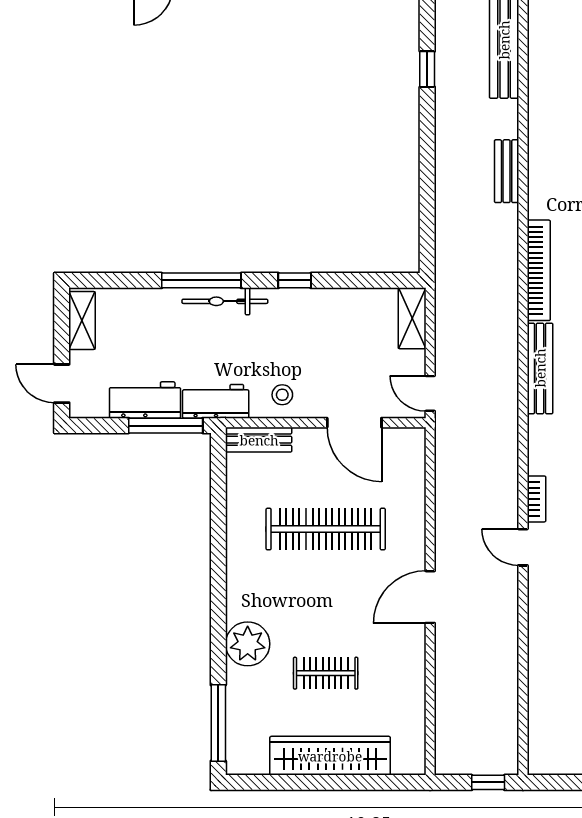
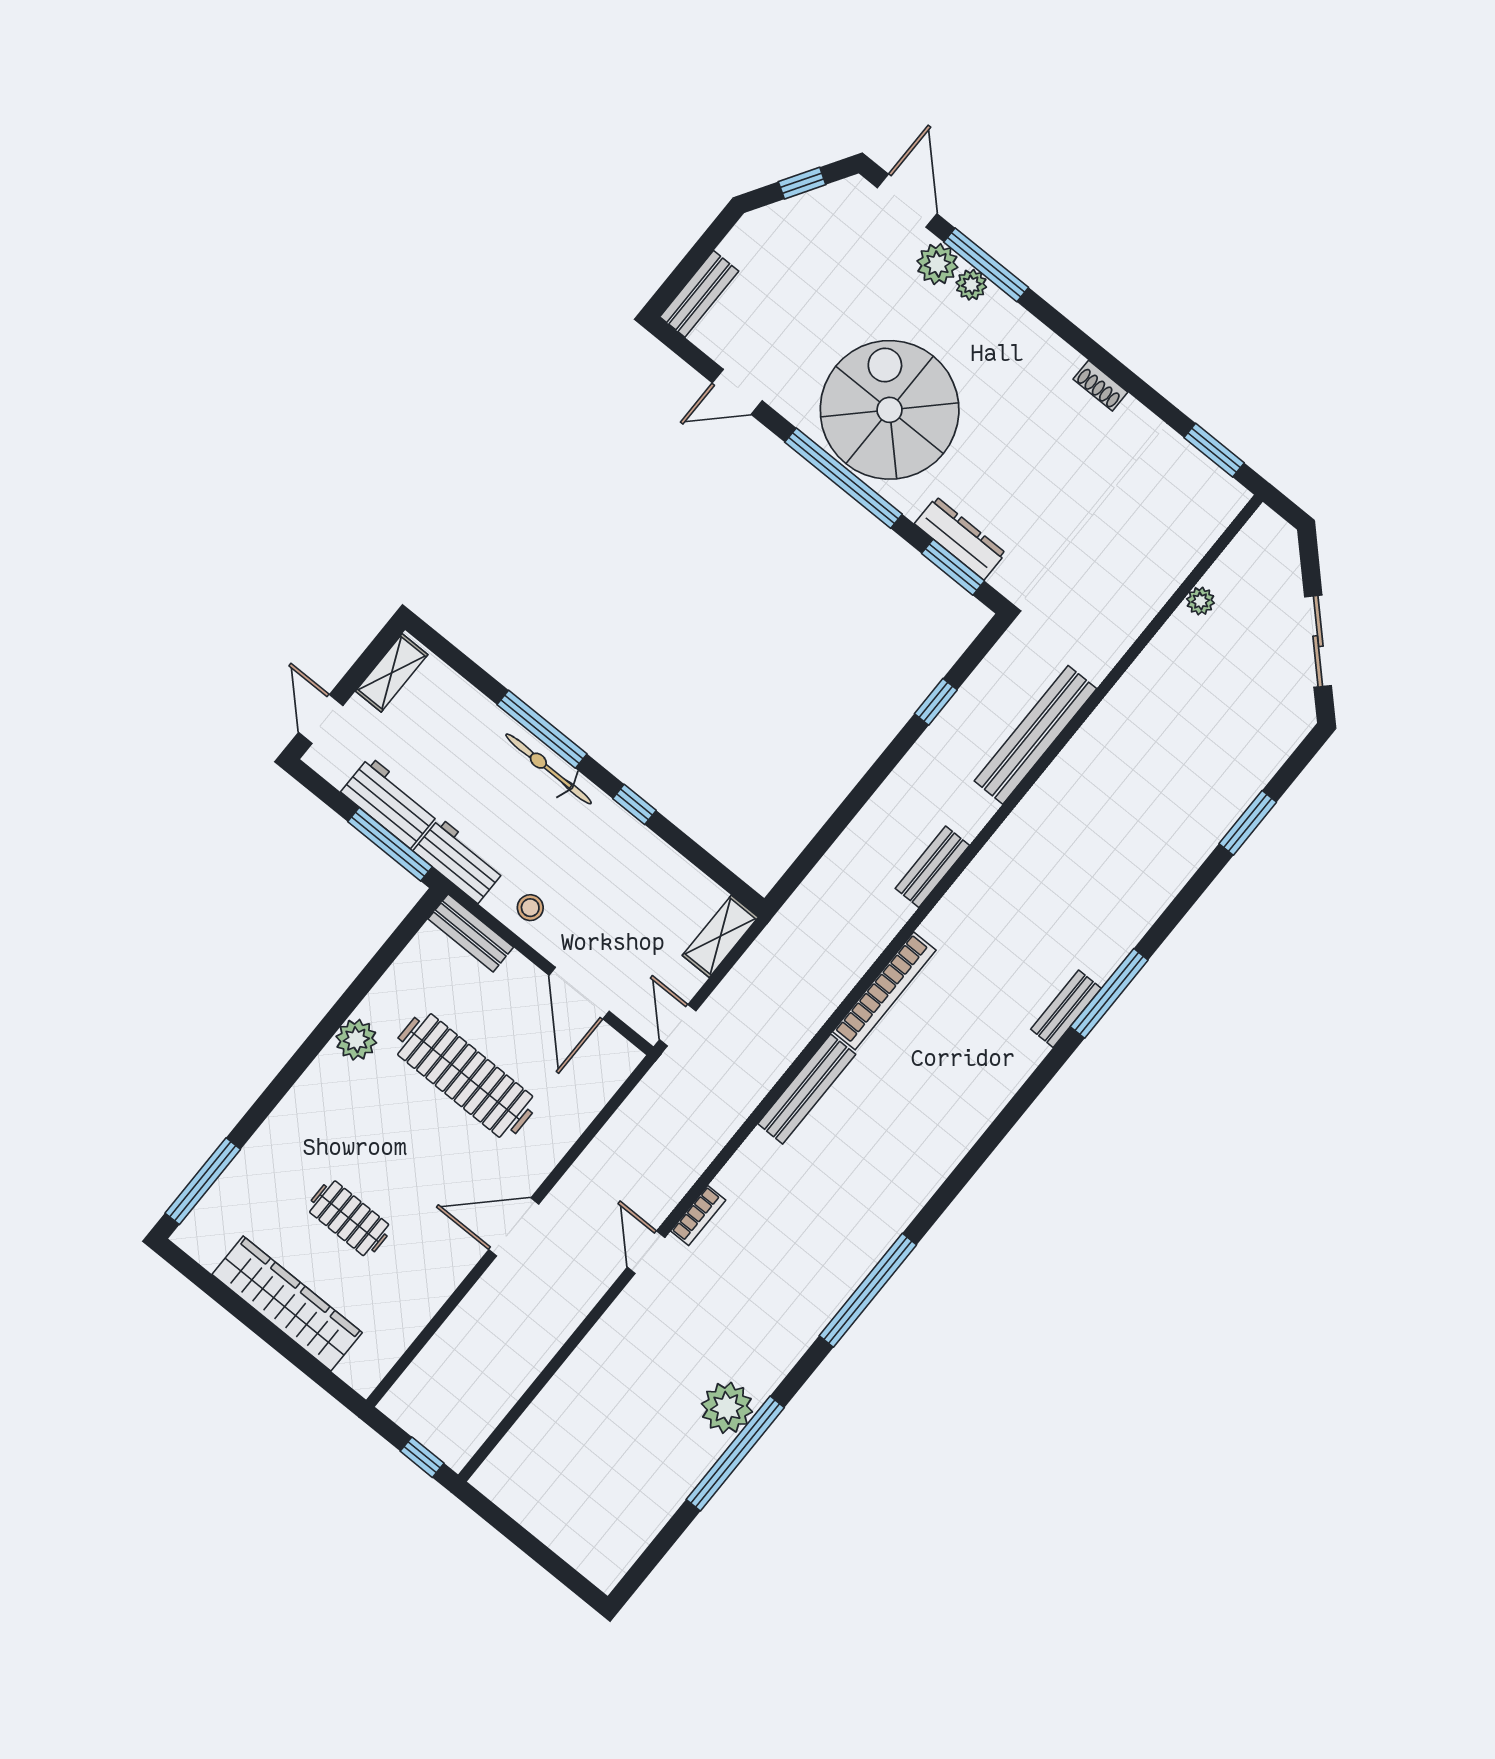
plant: (248, 644) -> (356, 1040), moved, width x0.73, depth x0.73

